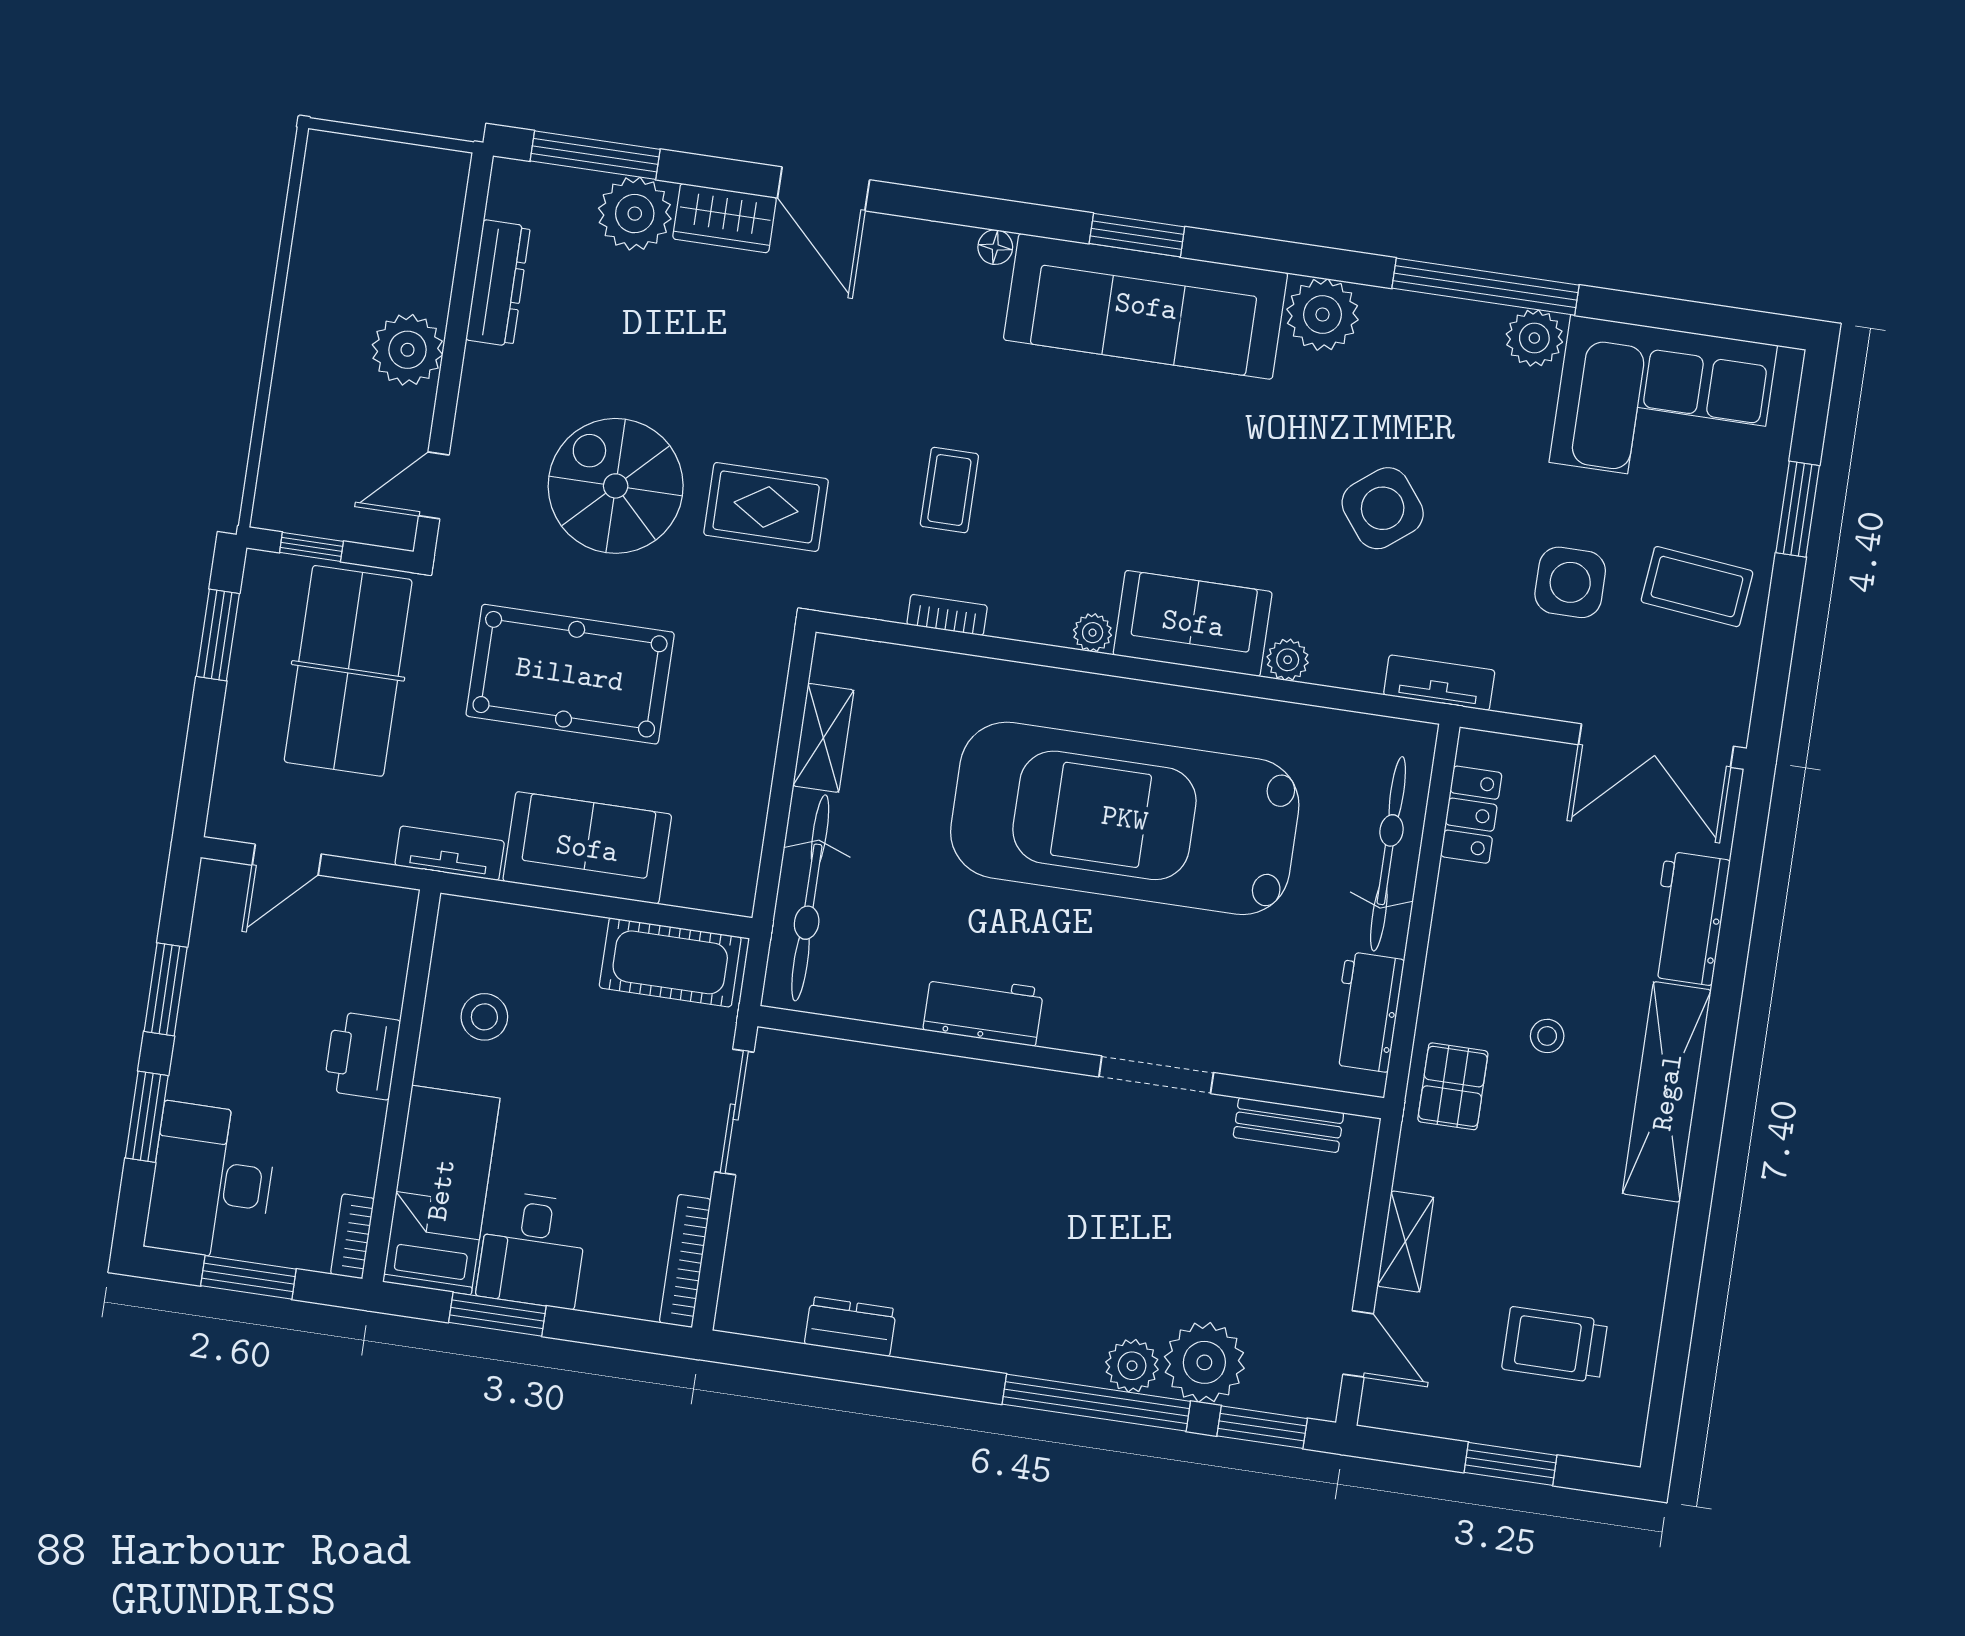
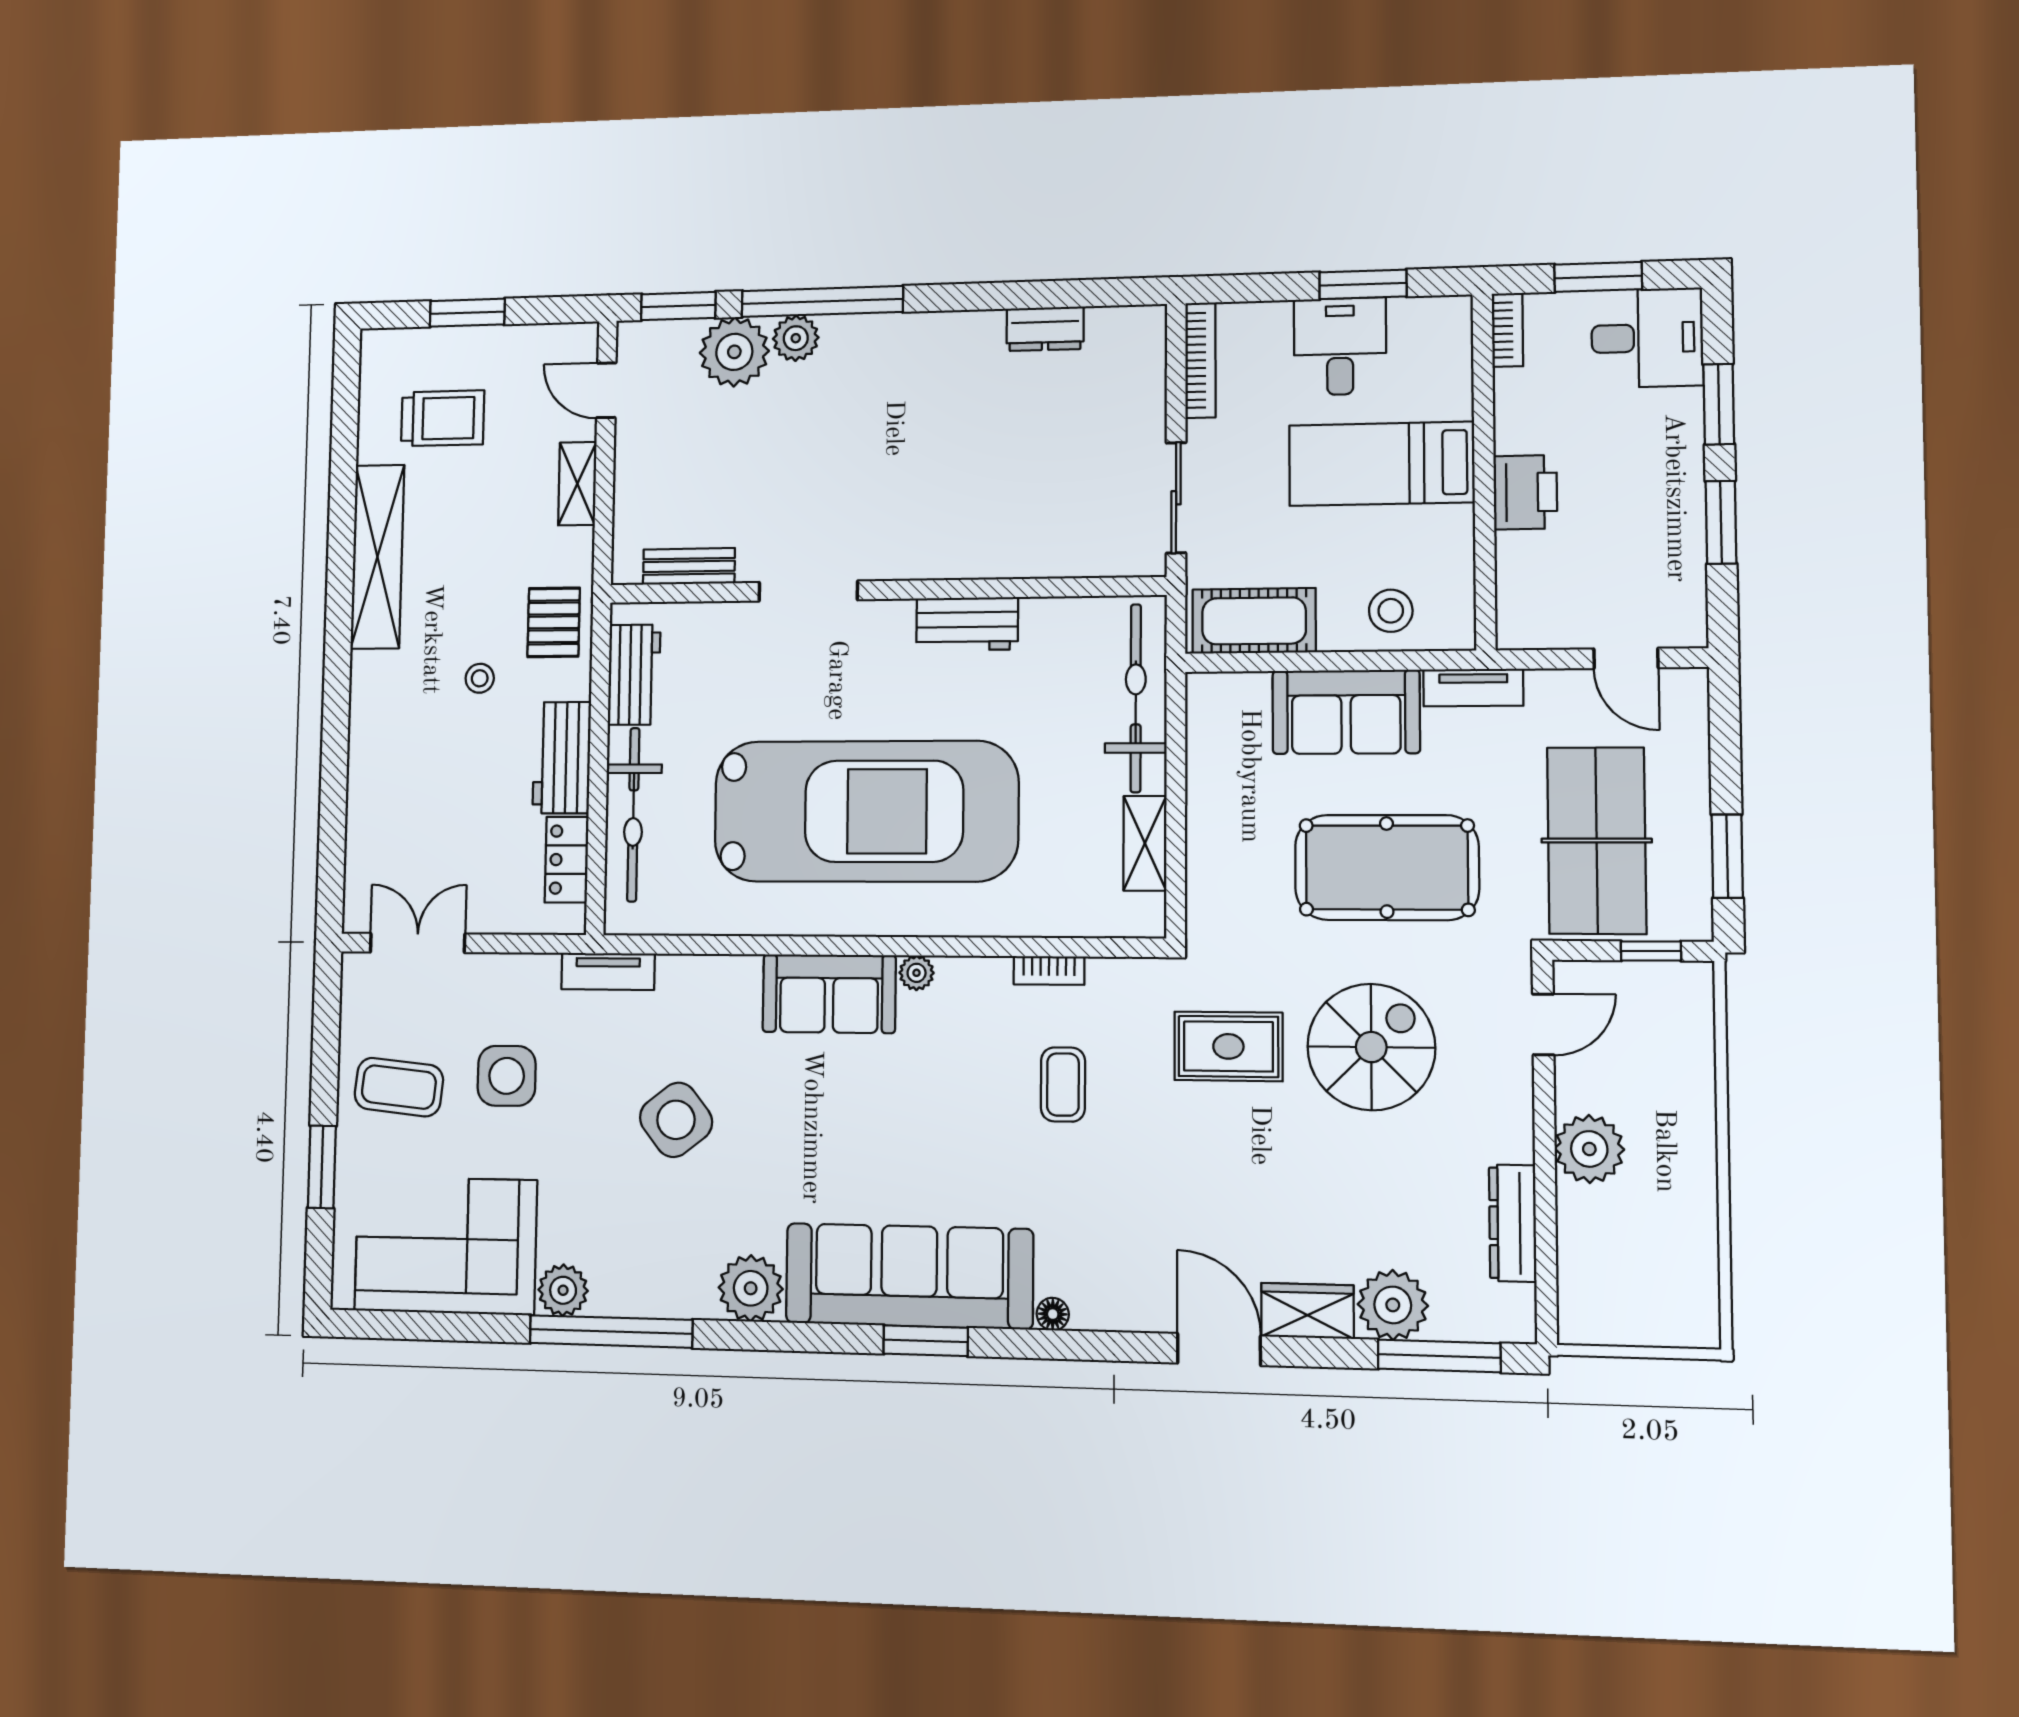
spiral stairs: (616, 486) -> (1371, 1047), turned -90
plant: (1288, 660) -> (742, 973), removed
double door: (1656, 746) -> (418, 943), width x0.73
door: (287, 860) -> (1626, 658), swing flipped
workbench: (1689, 918) -> (562, 758), moved, turned 180
stool: (484, 1017) -> (1391, 611), moved
shelving: (1667, 1092) -> (377, 557), moved
desk: (211, 1182) -> (1647, 338), width x0.73
bed: (441, 1190) -> (1381, 464), moved, turned 90

